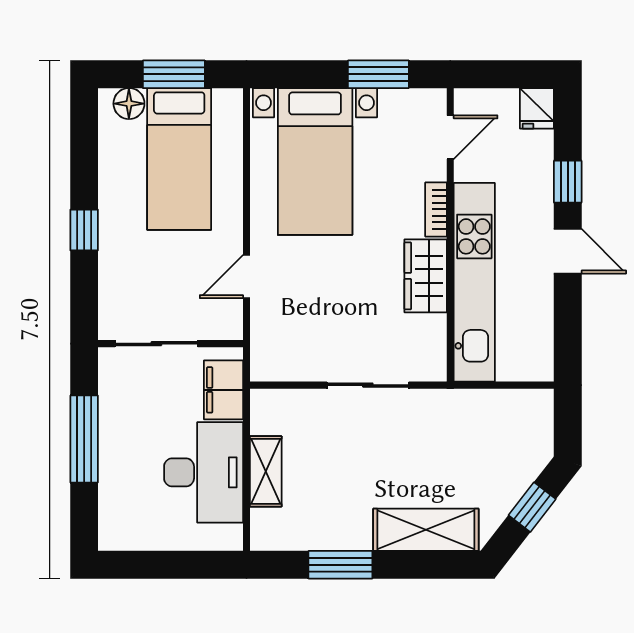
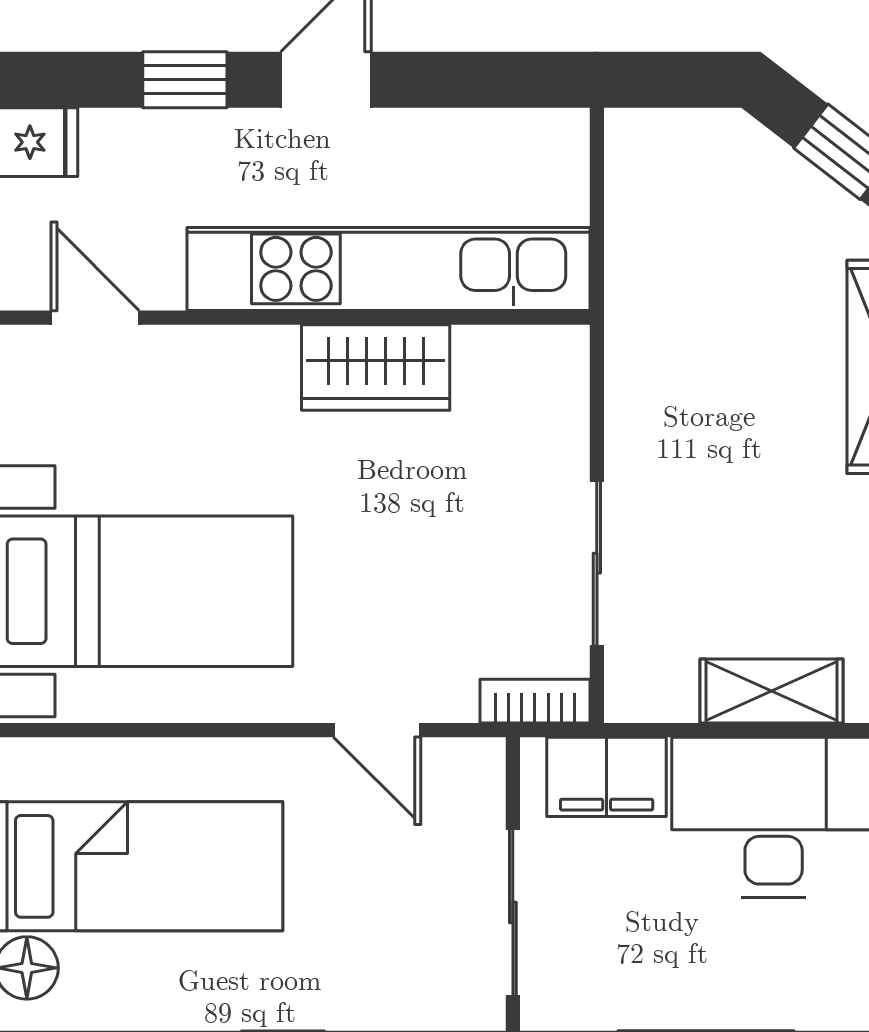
bookcase: (436, 209) -> (535, 701), moved, turned 180
sliding door: (368, 385) -> (597, 563), moved

